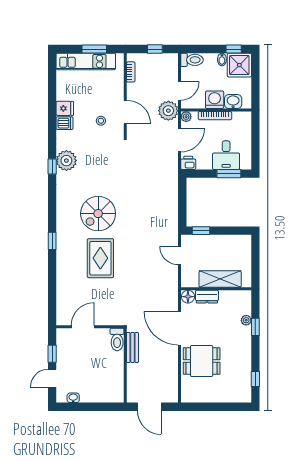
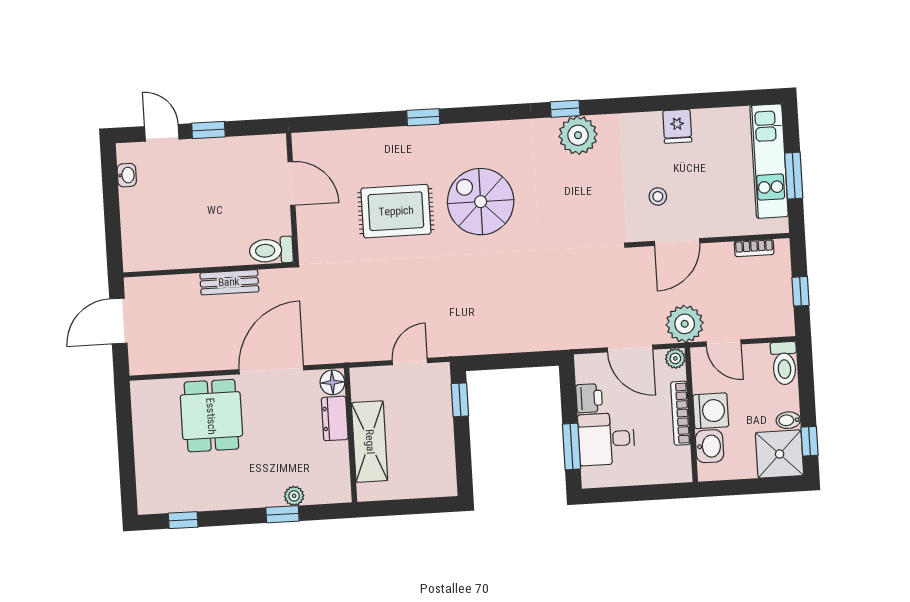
dishwasher: (65, 123) -> (649, 128), removed
printer: (188, 163) -> (589, 398), moved
door: (83, 327) -> (292, 183), moved
wall: (90, 327) -> (292, 198), moved
toilet: (117, 340) -> (271, 250), moved

